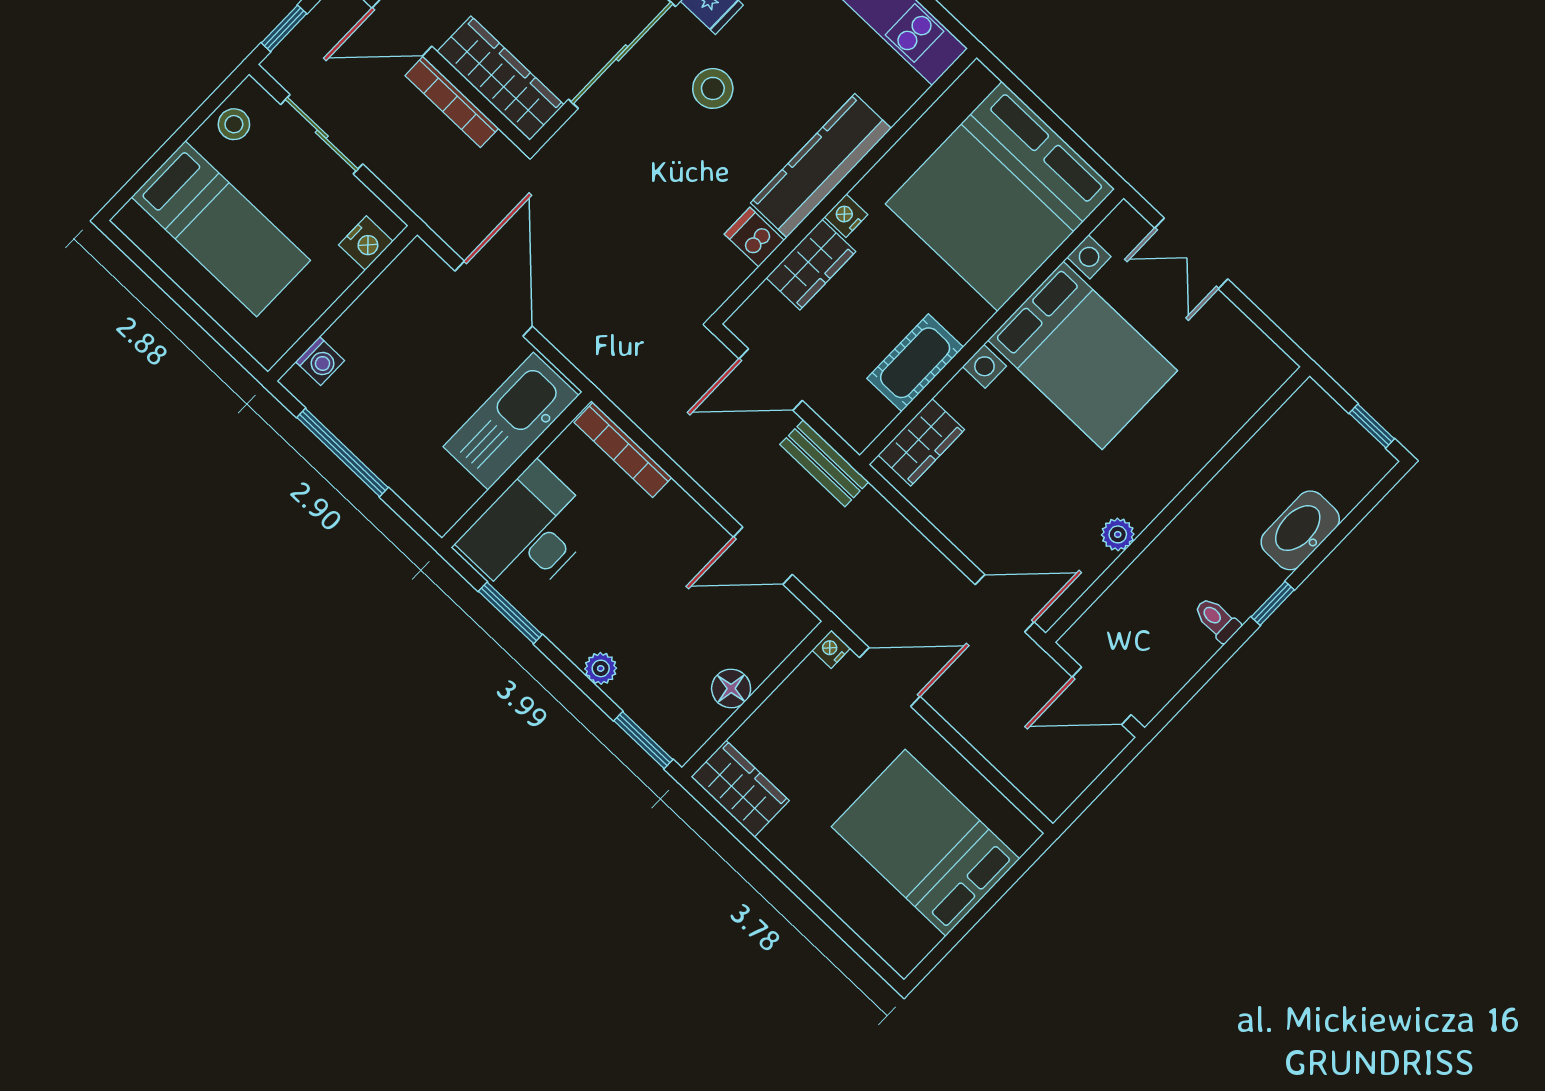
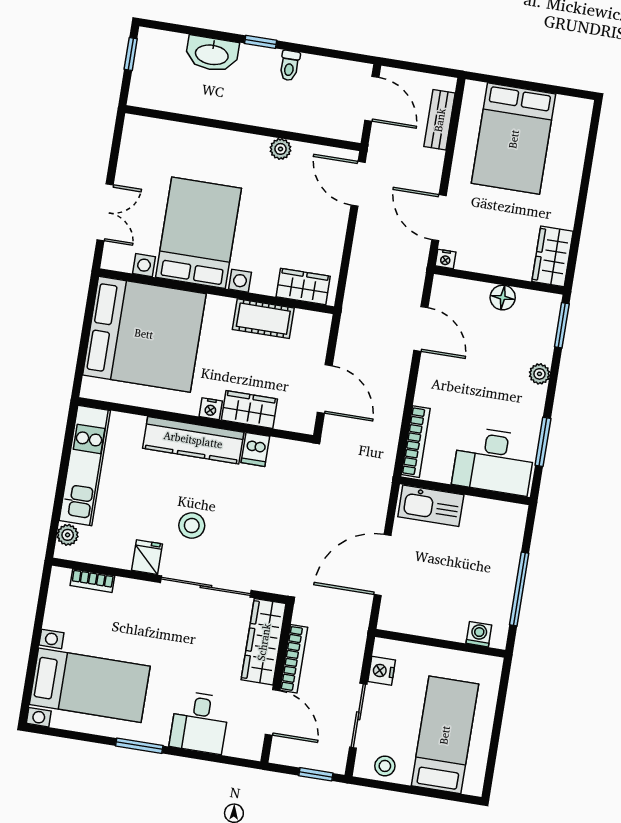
nightstand: (366, 243) -> (382, 671), moved, turned -90
kitchen sink: (511, 421) -> (431, 506), width x0.73, depth x0.81
bench: (824, 463) -> (440, 120), moved

